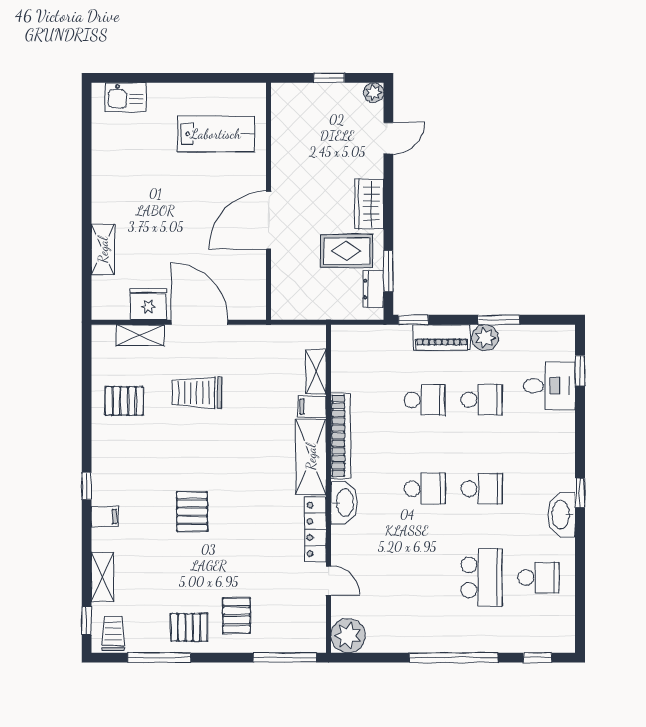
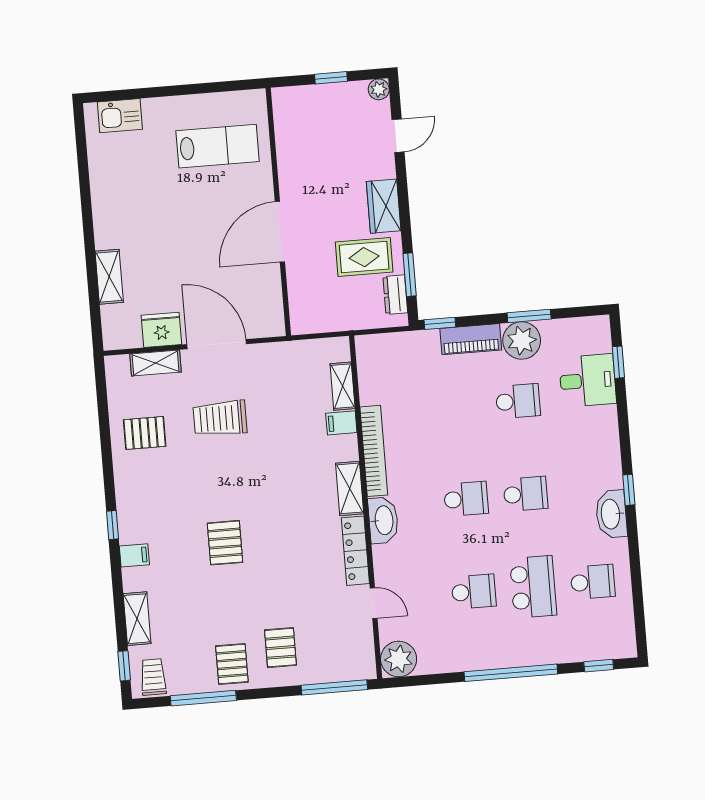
plant: (485, 338) -> (522, 340), width x1.36, depth x1.36
school desk: (425, 400) -> (474, 592), moved
shelving: (311, 457) -> (350, 488), width x0.67, depth x0.75
pallet: (189, 627) -> (232, 664), turned 90

